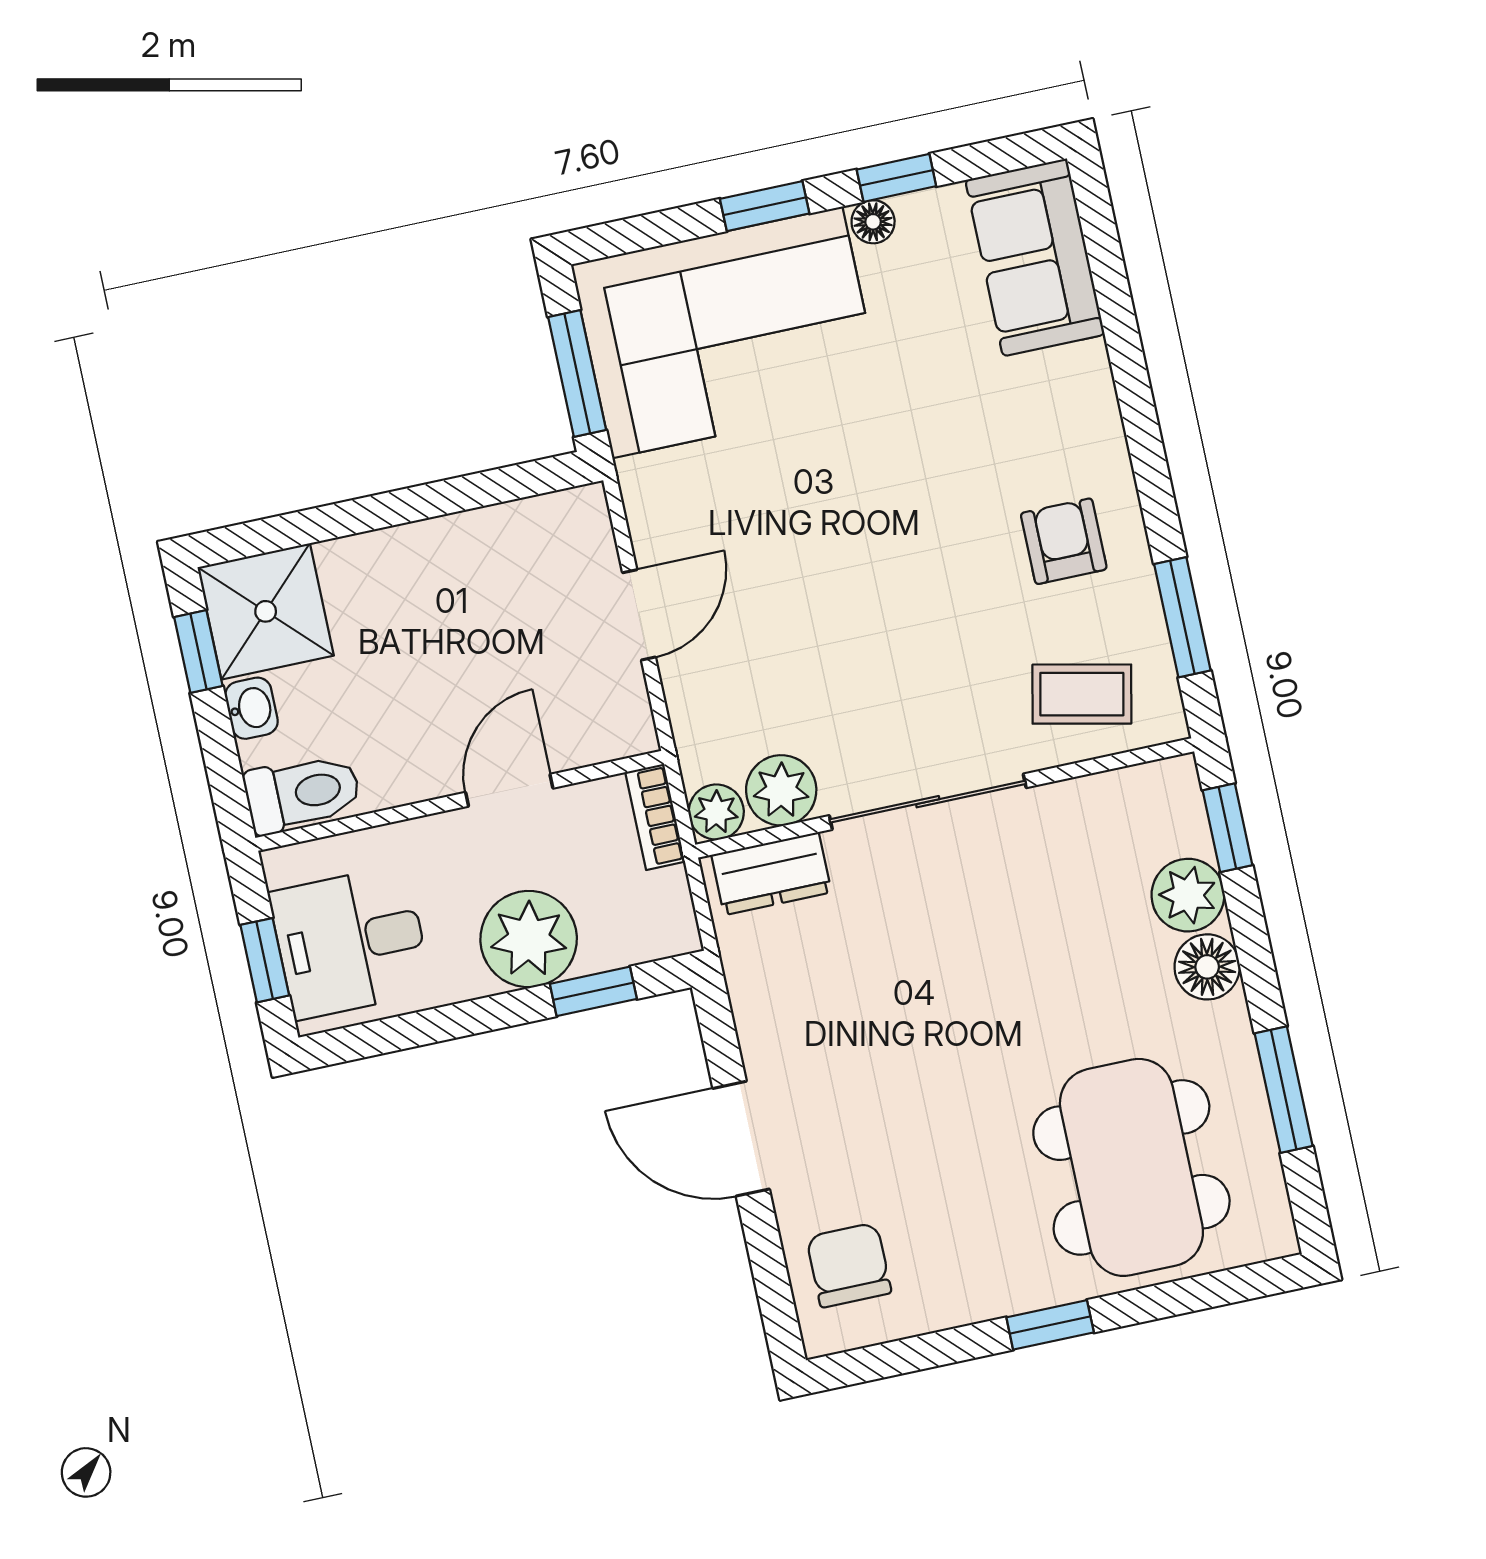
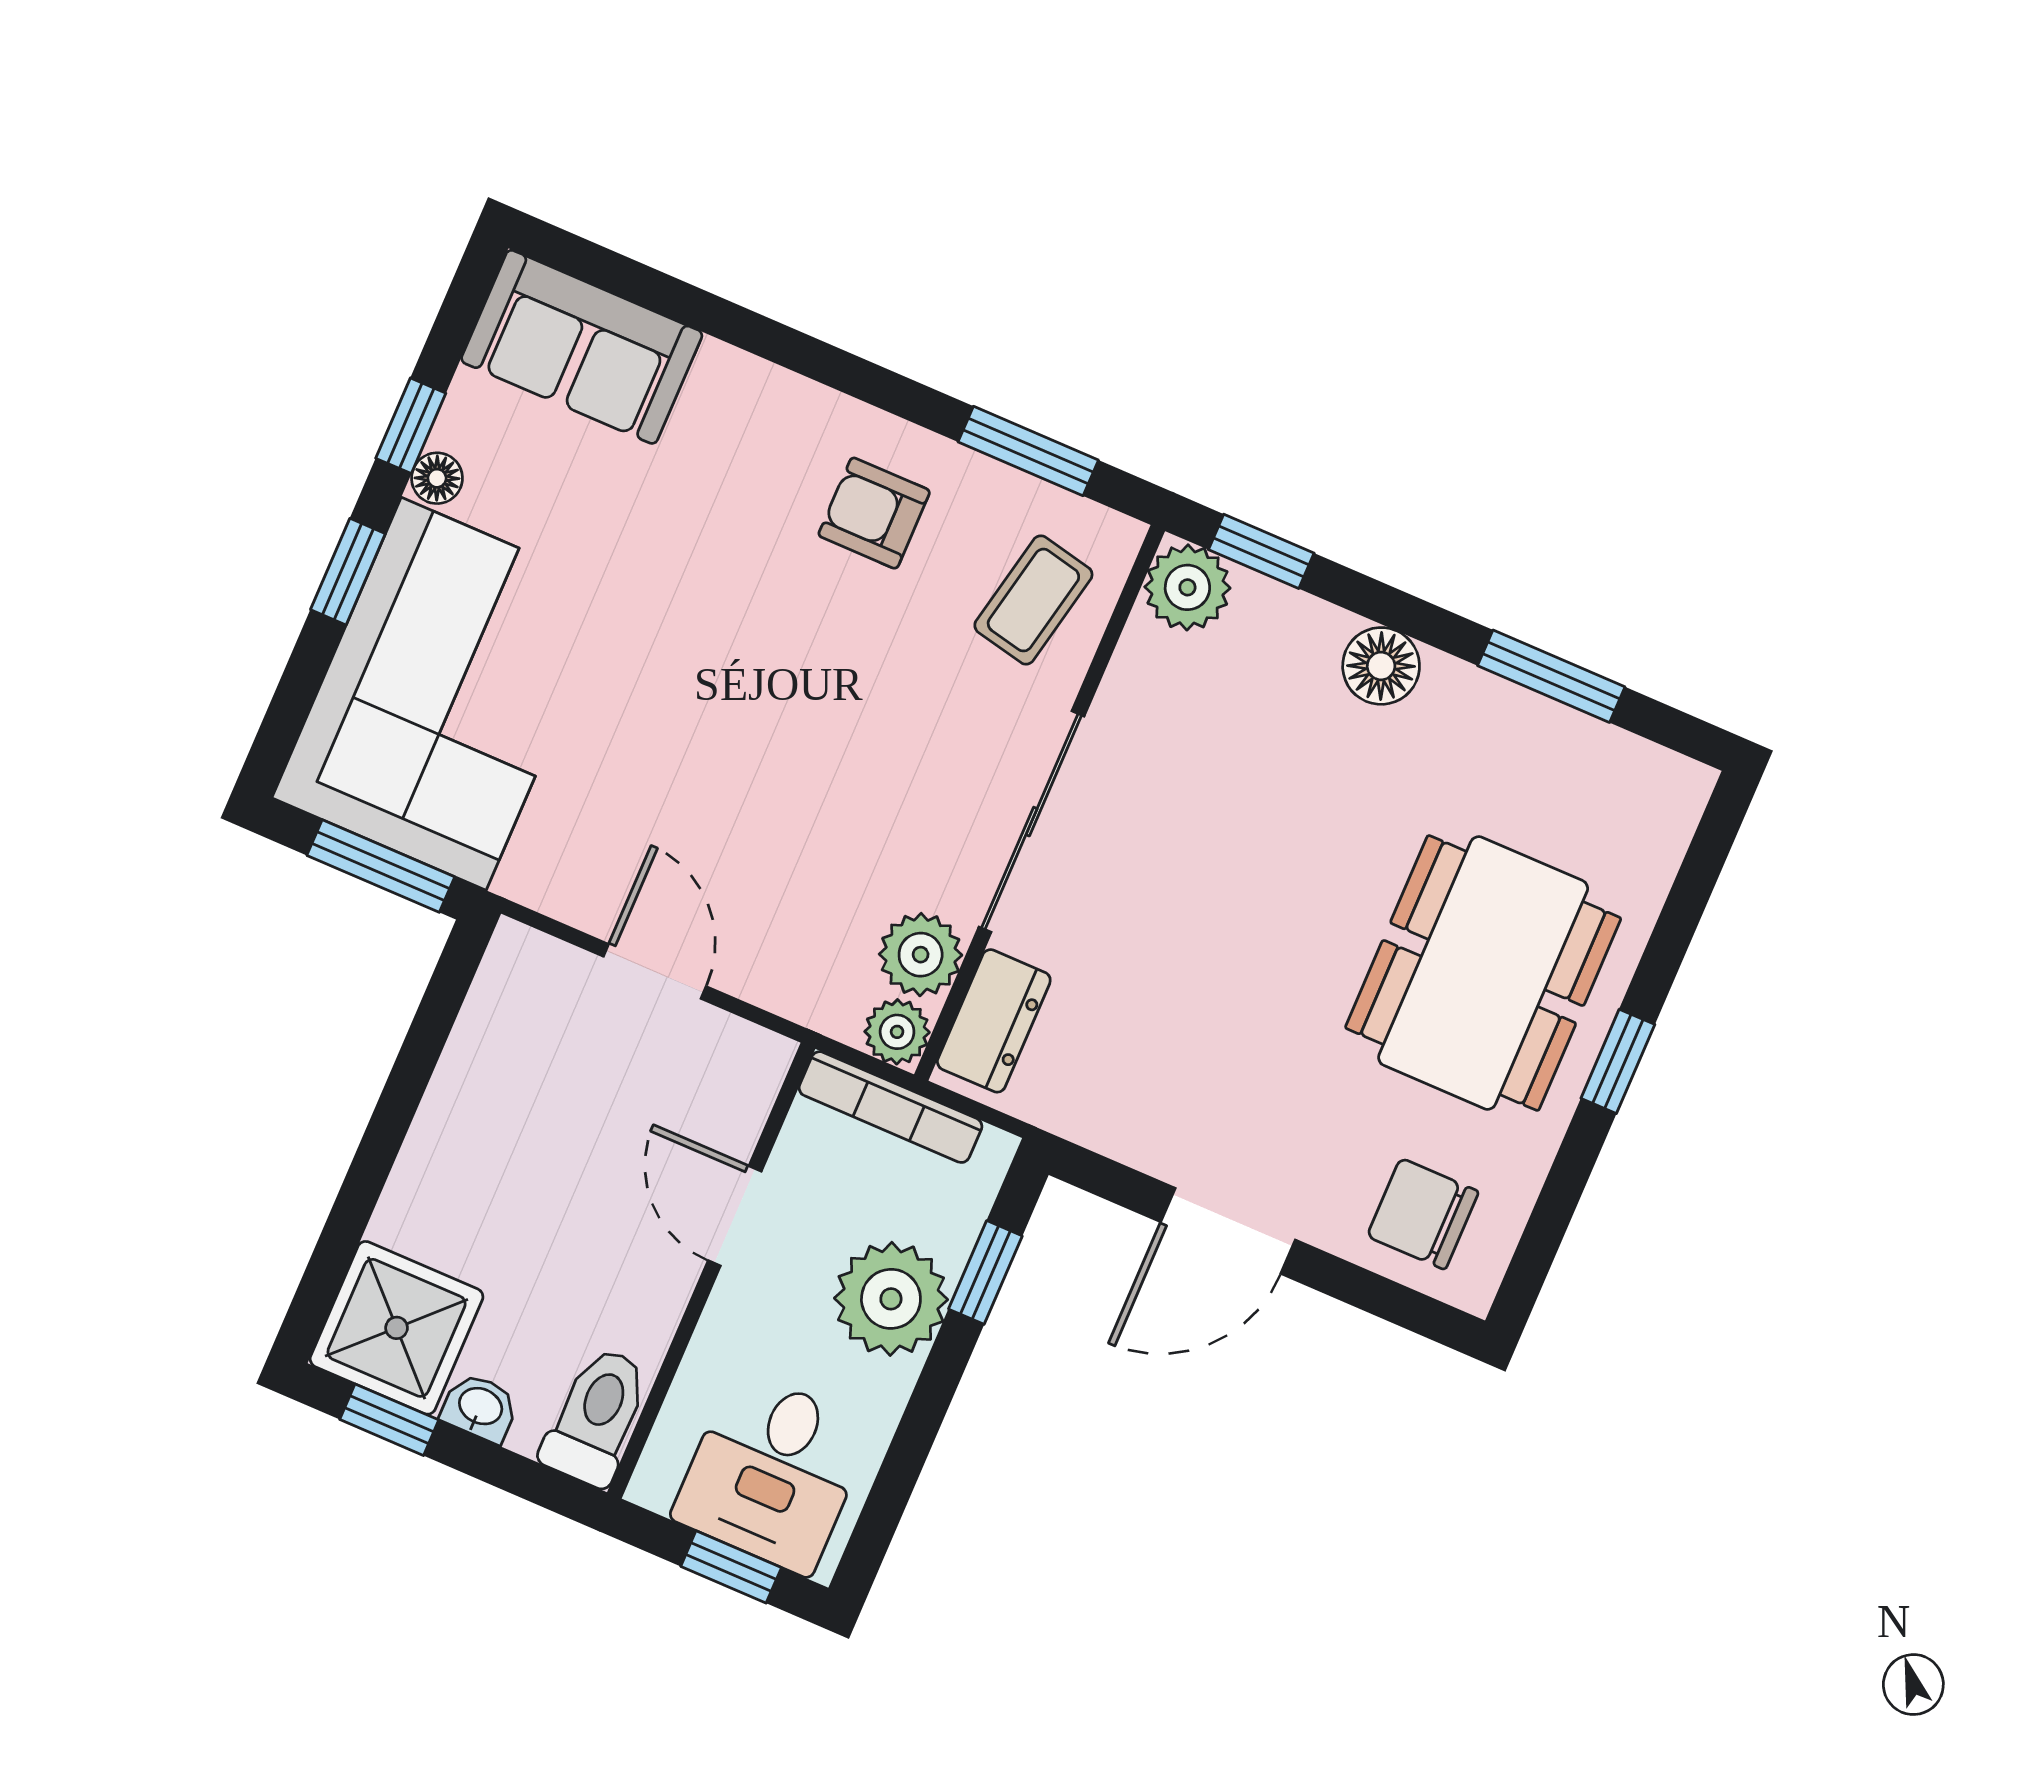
bookcase: (655, 817) -> (890, 1107), width x1.56
plant: (1188, 895) -> (1187, 587), moved
dining table: (1131, 1167) -> (1483, 973), moved, turned 90

